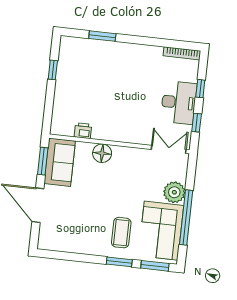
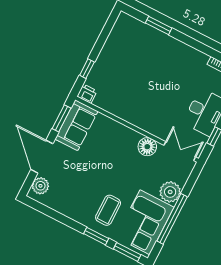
window: (53, 70) -> (87, 69), moved
printer: (83, 131) -> (87, 94), moved
floor lamp: (102, 153) -> (147, 147), moved
plant: (47, 234) -> (40, 186), added

